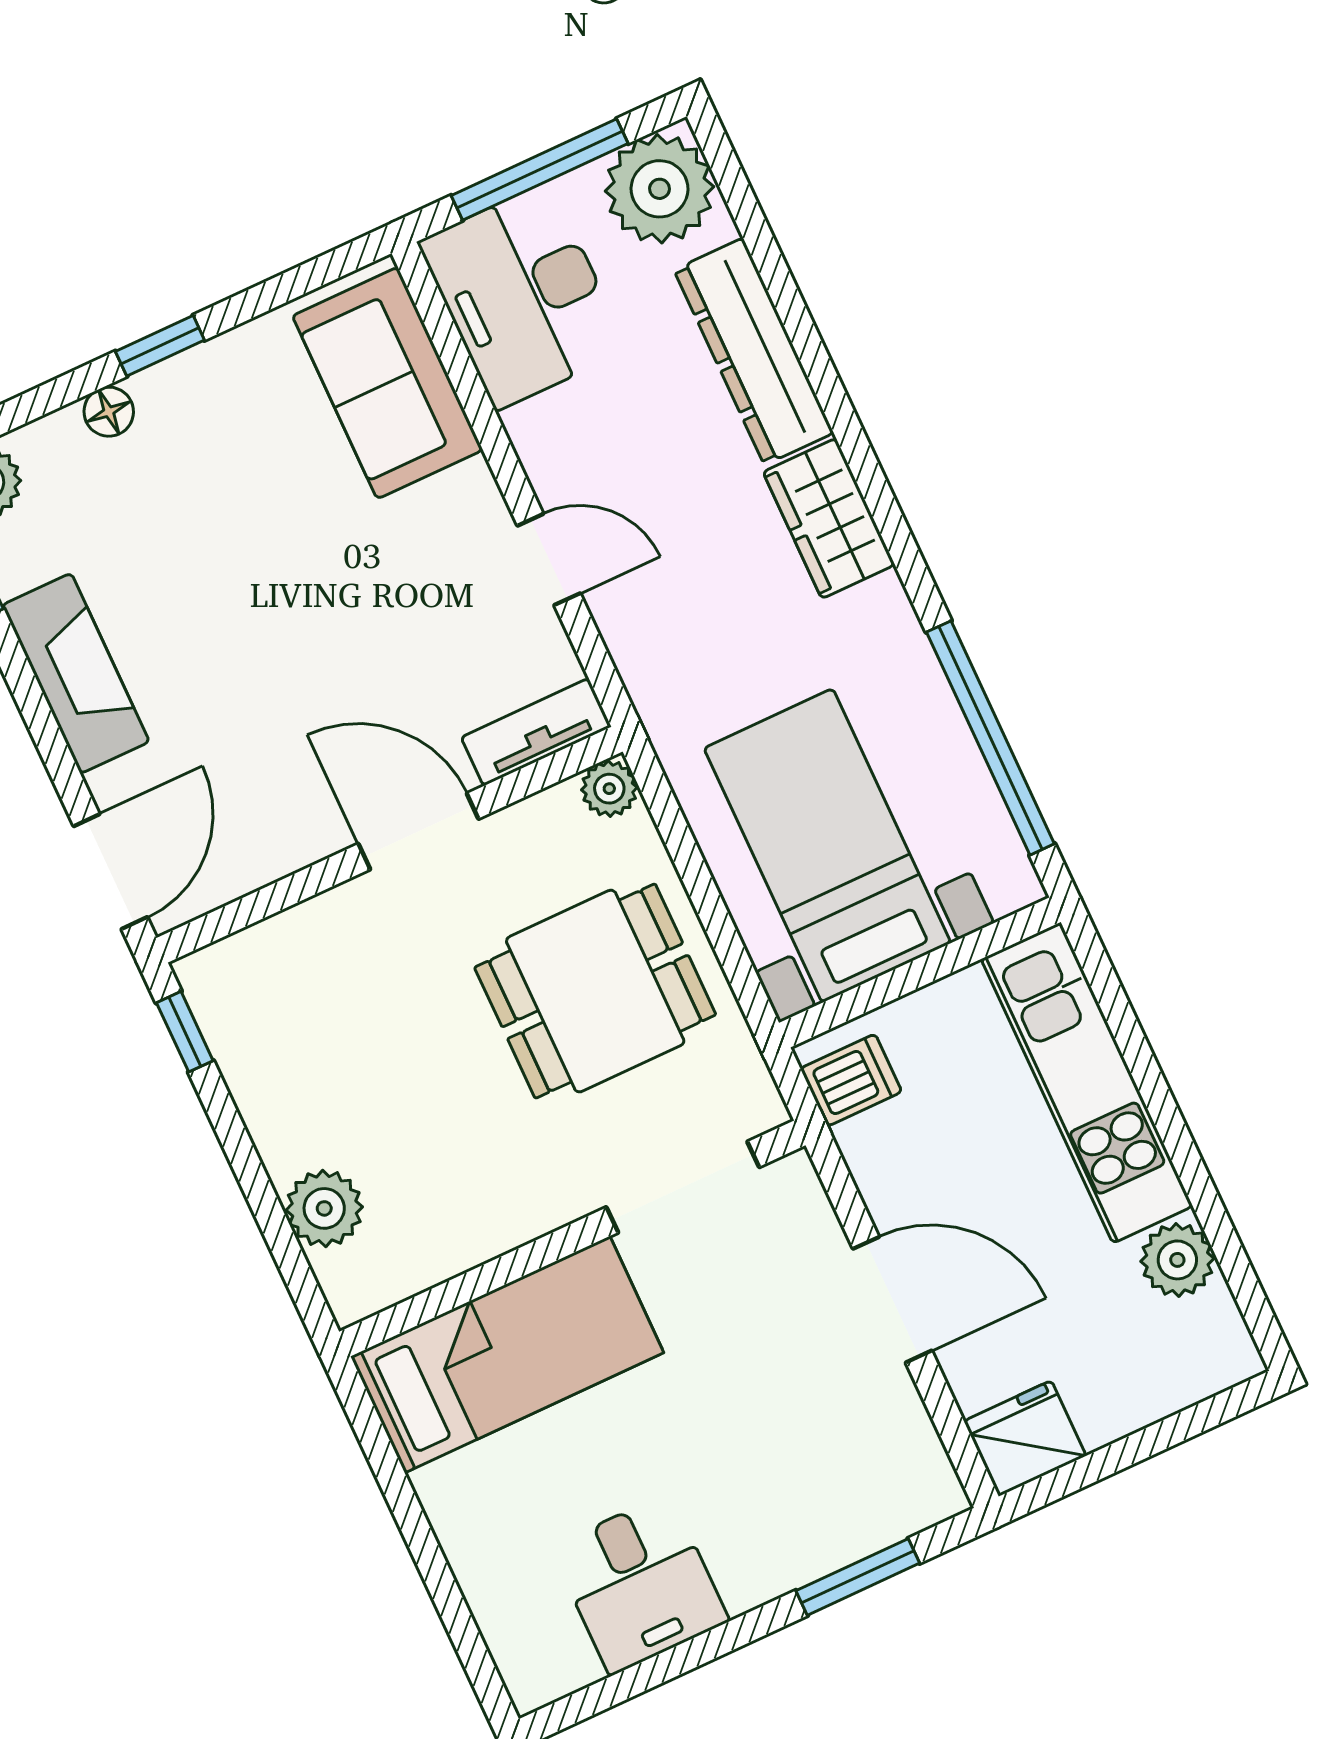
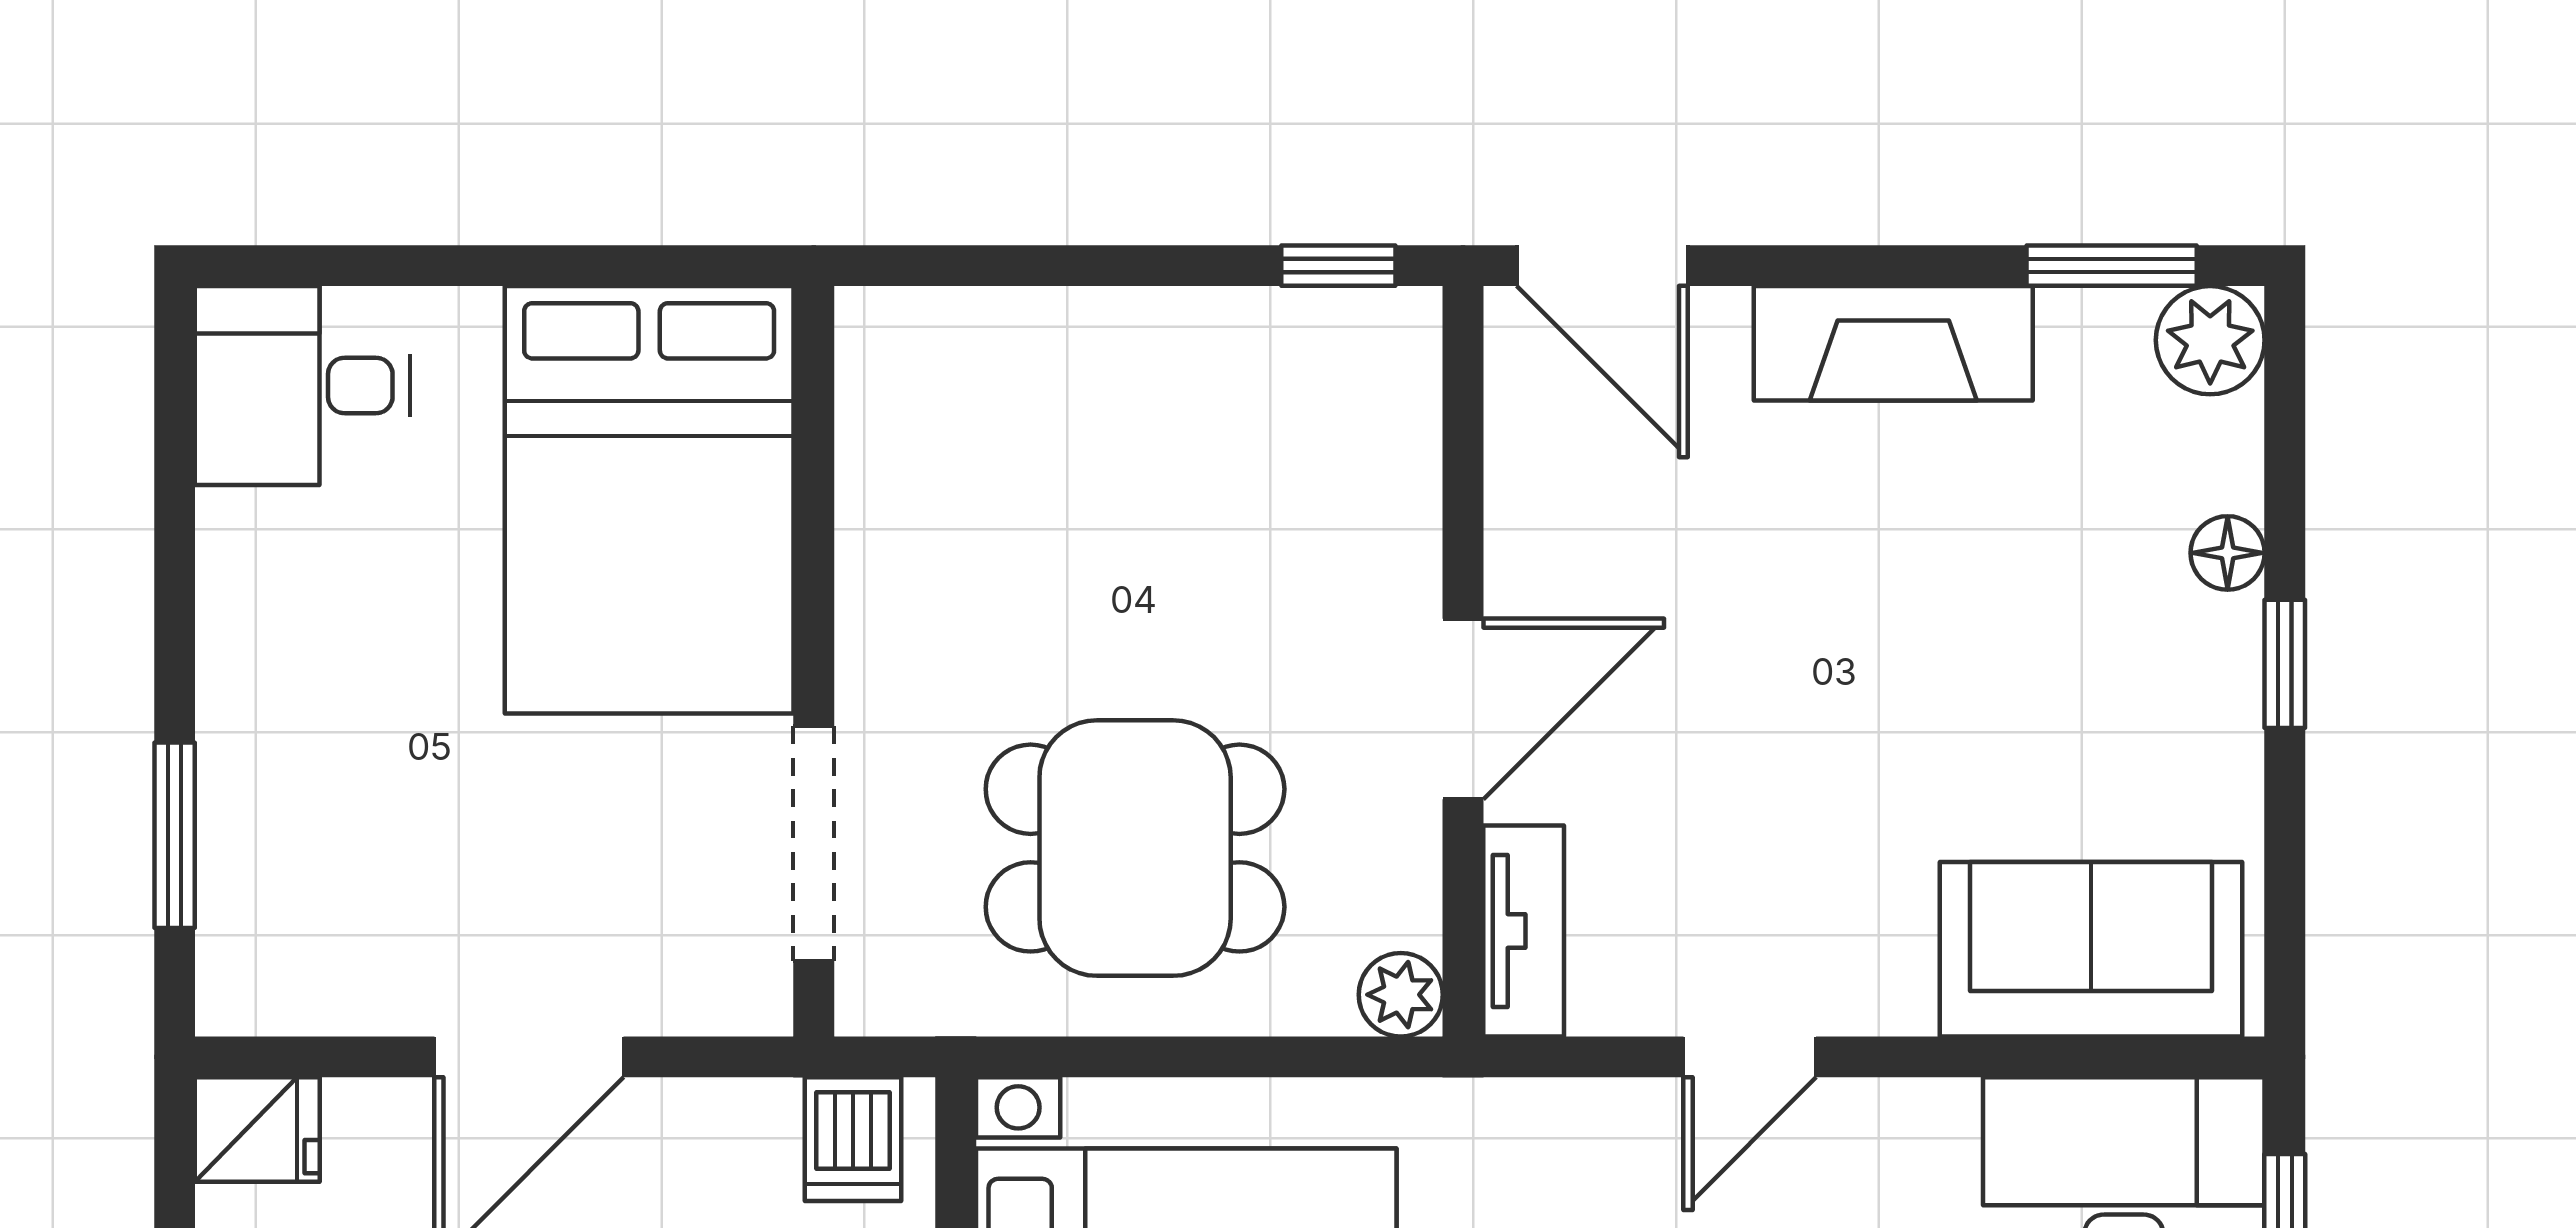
dining table: (595, 991) -> (1135, 848), turned 90
plant: (324, 1208) -> (1011, 343), removed
bed: (507, 1354) -> (649, 500), width x1.50
fridge: (1025, 1438) -> (257, 1130), width x0.72
desk: (640, 1584) -> (302, 386), moved

